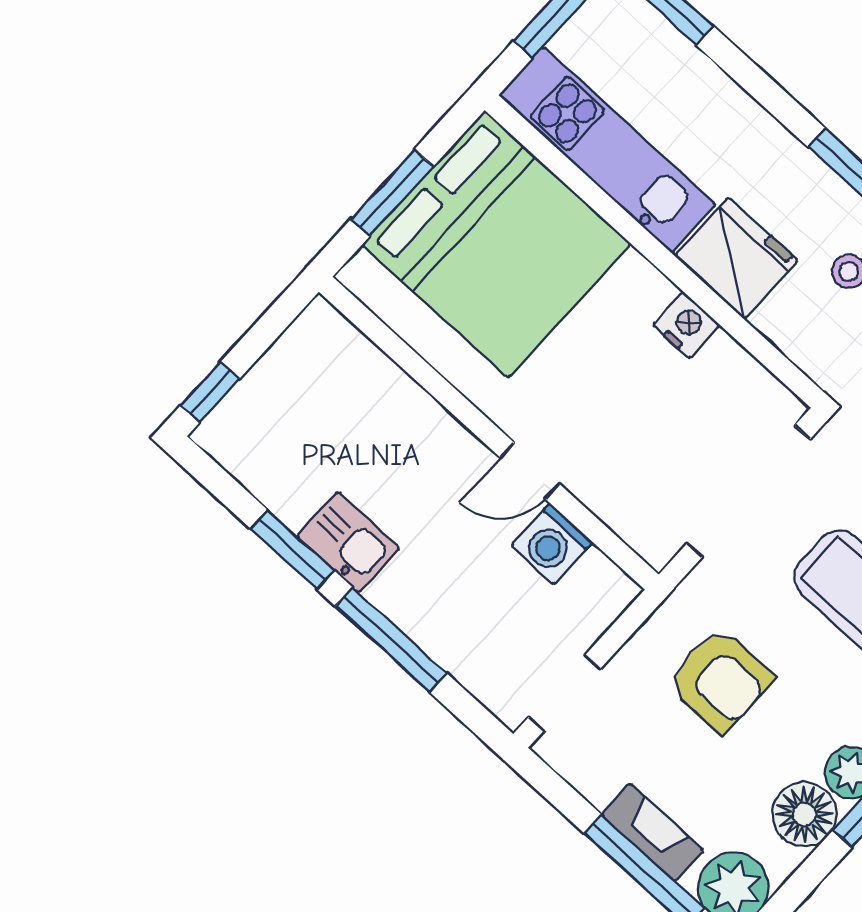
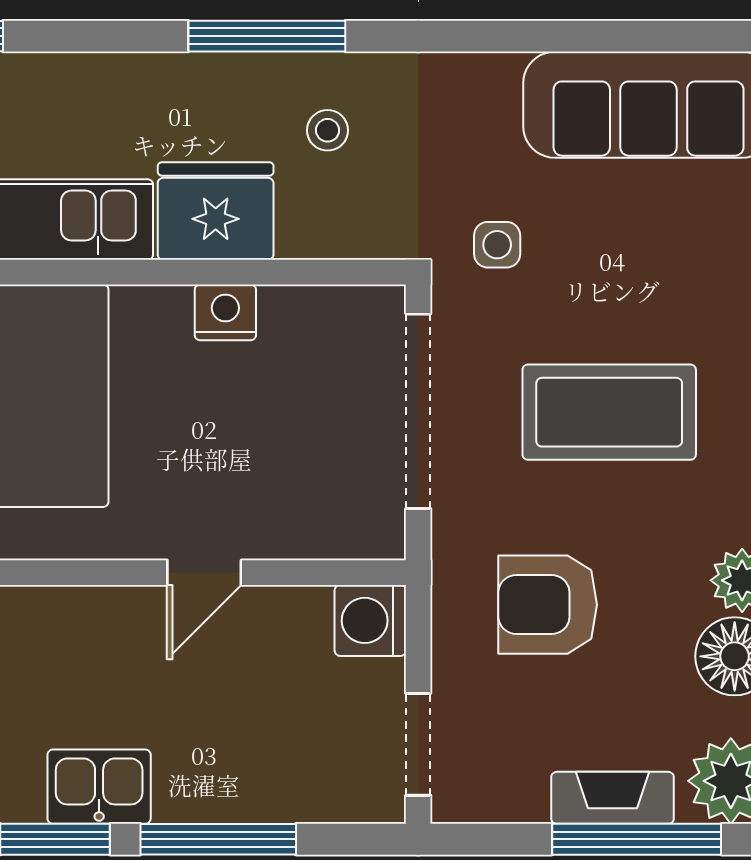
washing machine: (552, 544) -> (370, 620), moved, turned 90
armchair: (720, 680) -> (548, 605), turned 180

